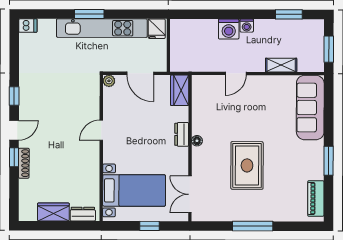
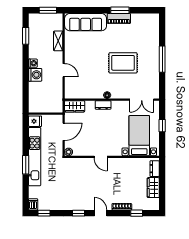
window: (14, 42) -> (44, 213), added
window: (14, 157) -> (137, 213), moved
piano: (316, 198) -> (119, 18), moved

